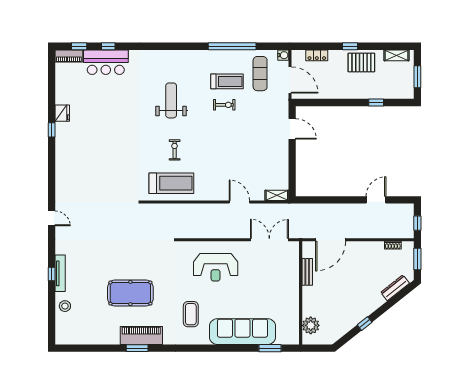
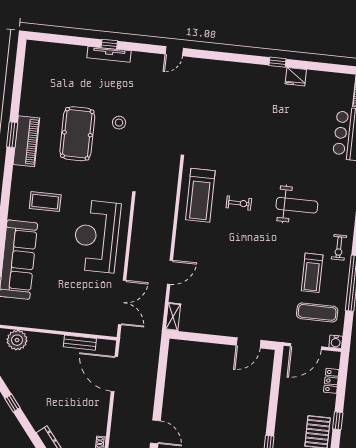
exercise bike: (224, 105) -> (339, 247), moved
reception desk: (216, 267) -> (97, 236), width x1.36, depth x1.30
stool: (65, 306) -> (119, 123), moved

